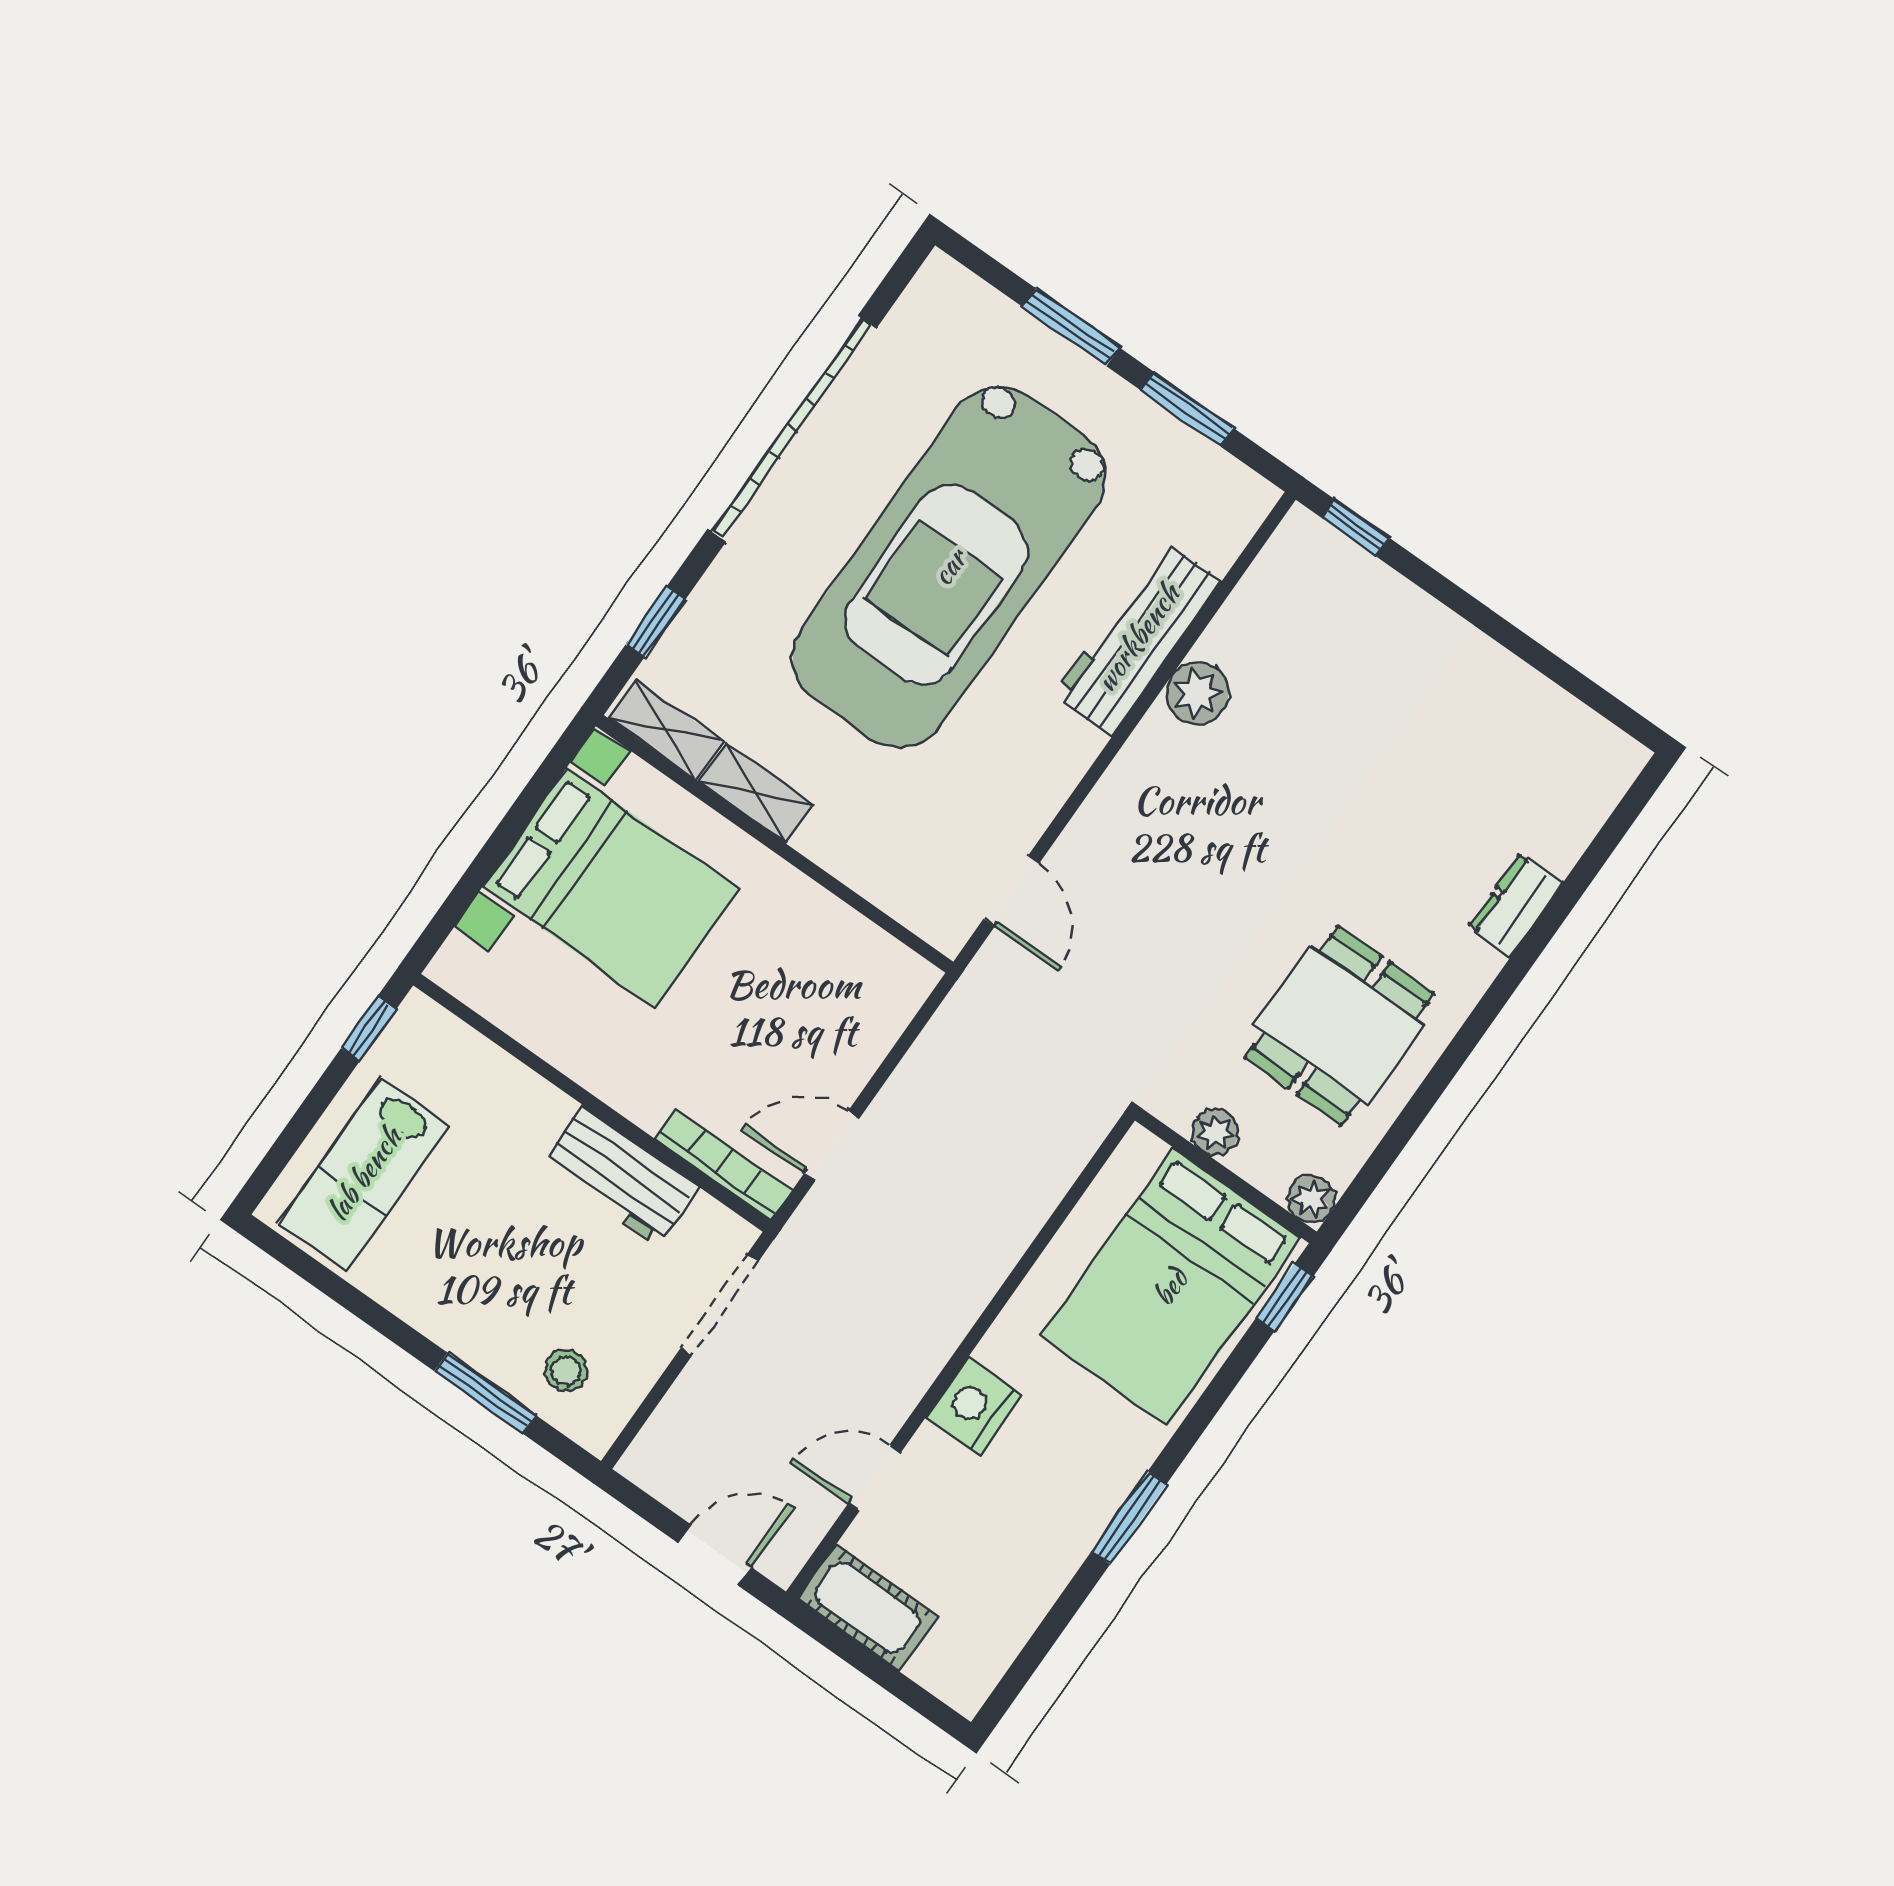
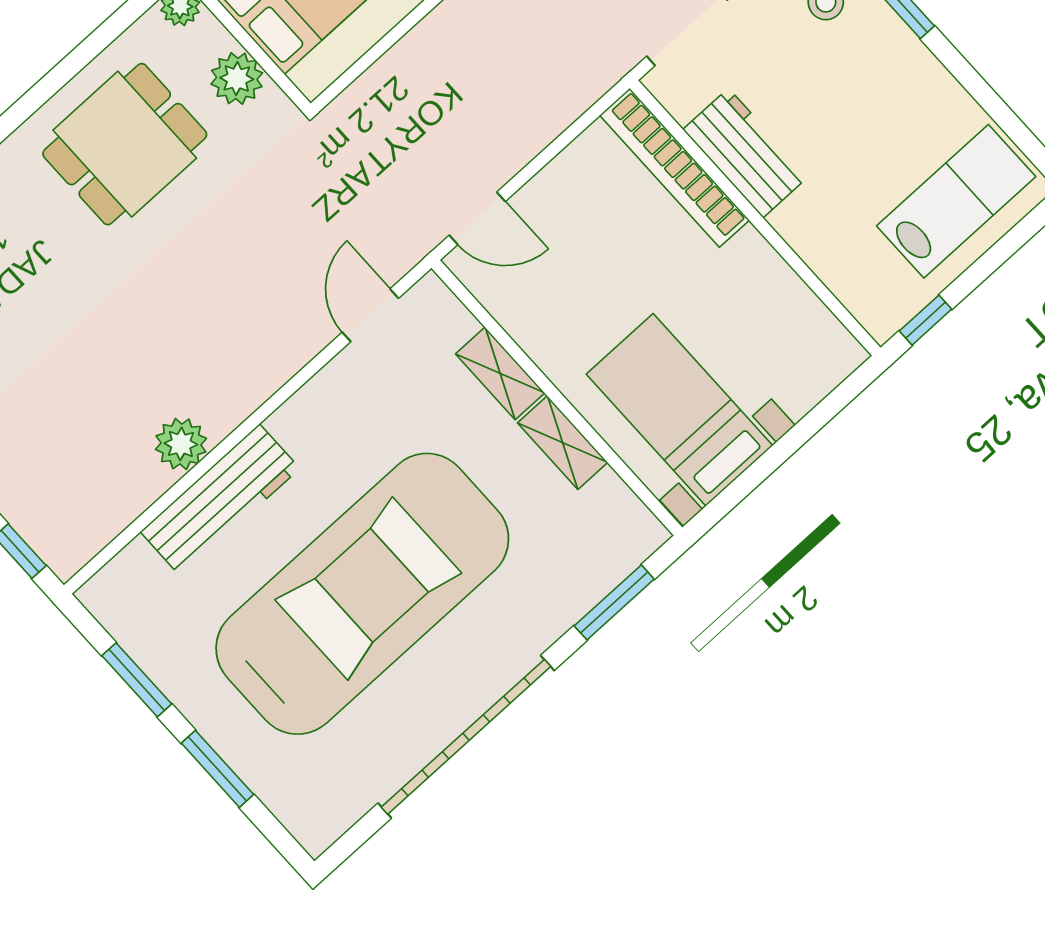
window: (656, 622) -> (614, 602), width x1.50
shelving: (666, 730) -> (500, 373), moved
bed with nightstands: (611, 888) -> (680, 410), width x0.73
plant: (1215, 1132) -> (237, 78), width x1.38, depth x1.38
door: (832, 1146) -> (477, 218), moved
bookcase: (723, 1165) -> (674, 168), width x1.48, depth x1.31

